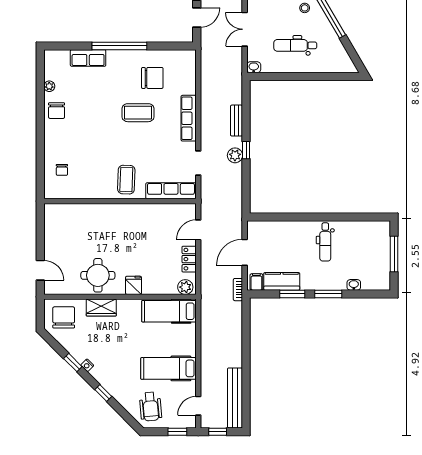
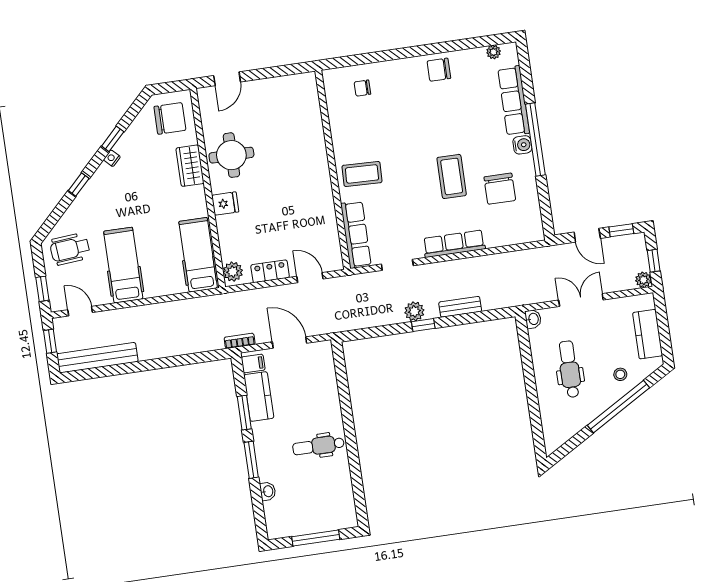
water cooler: (122, 56) -> (522, 145), added
row of seats: (88, 58) -> (514, 101), width x1.48
plant: (49, 86) -> (494, 52), moved

